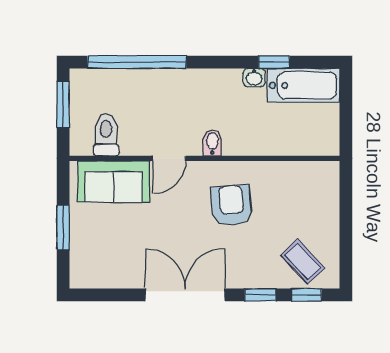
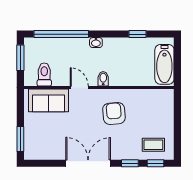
washbasin: (254, 77) -> (96, 43), moved
bathtub: (304, 85) -> (164, 64), moved, turned 90
door: (169, 158) -> (79, 88), swing flipped
window: (63, 228) -> (20, 139), moved
coffee table: (303, 262) -> (153, 145), turned -47

